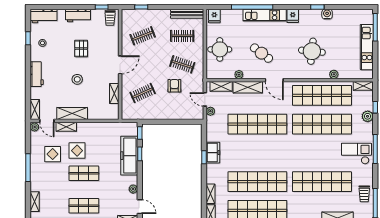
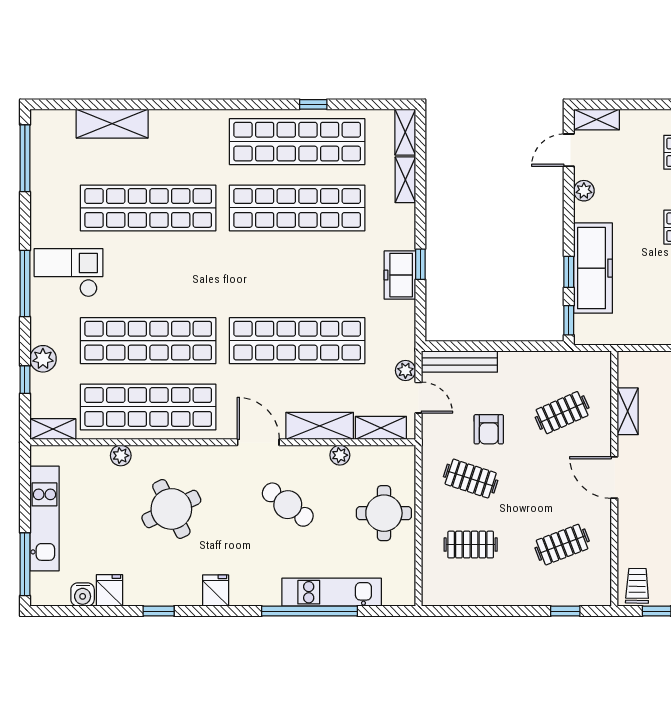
bench: (187, 14) -> (459, 362), moved
water cooler: (327, 14) -> (83, 594), moved
kitchen unit: (265, 15) -> (332, 592), moved
fridge: (214, 16) -> (109, 590), moved
round table: (312, 51) -> (171, 509), turned -32
door: (120, 65) -> (614, 478), hinge flipped
checkout: (356, 154) -> (69, 273), turned 180
trolley: (364, 194) -> (51, 180), removed
door: (140, 207) -> (569, 150), hinge flipped

